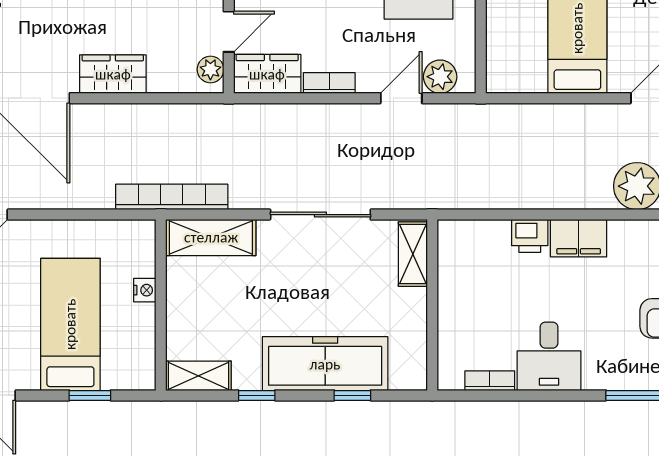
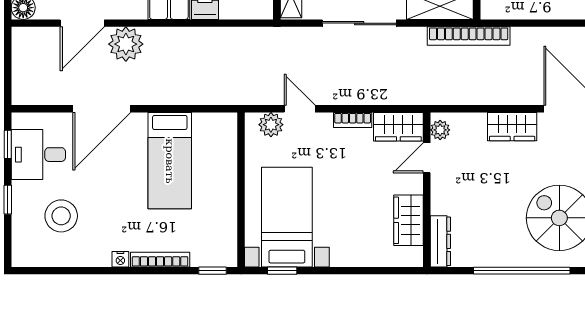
door: (401, 98) -> (300, 109), swing flipped

